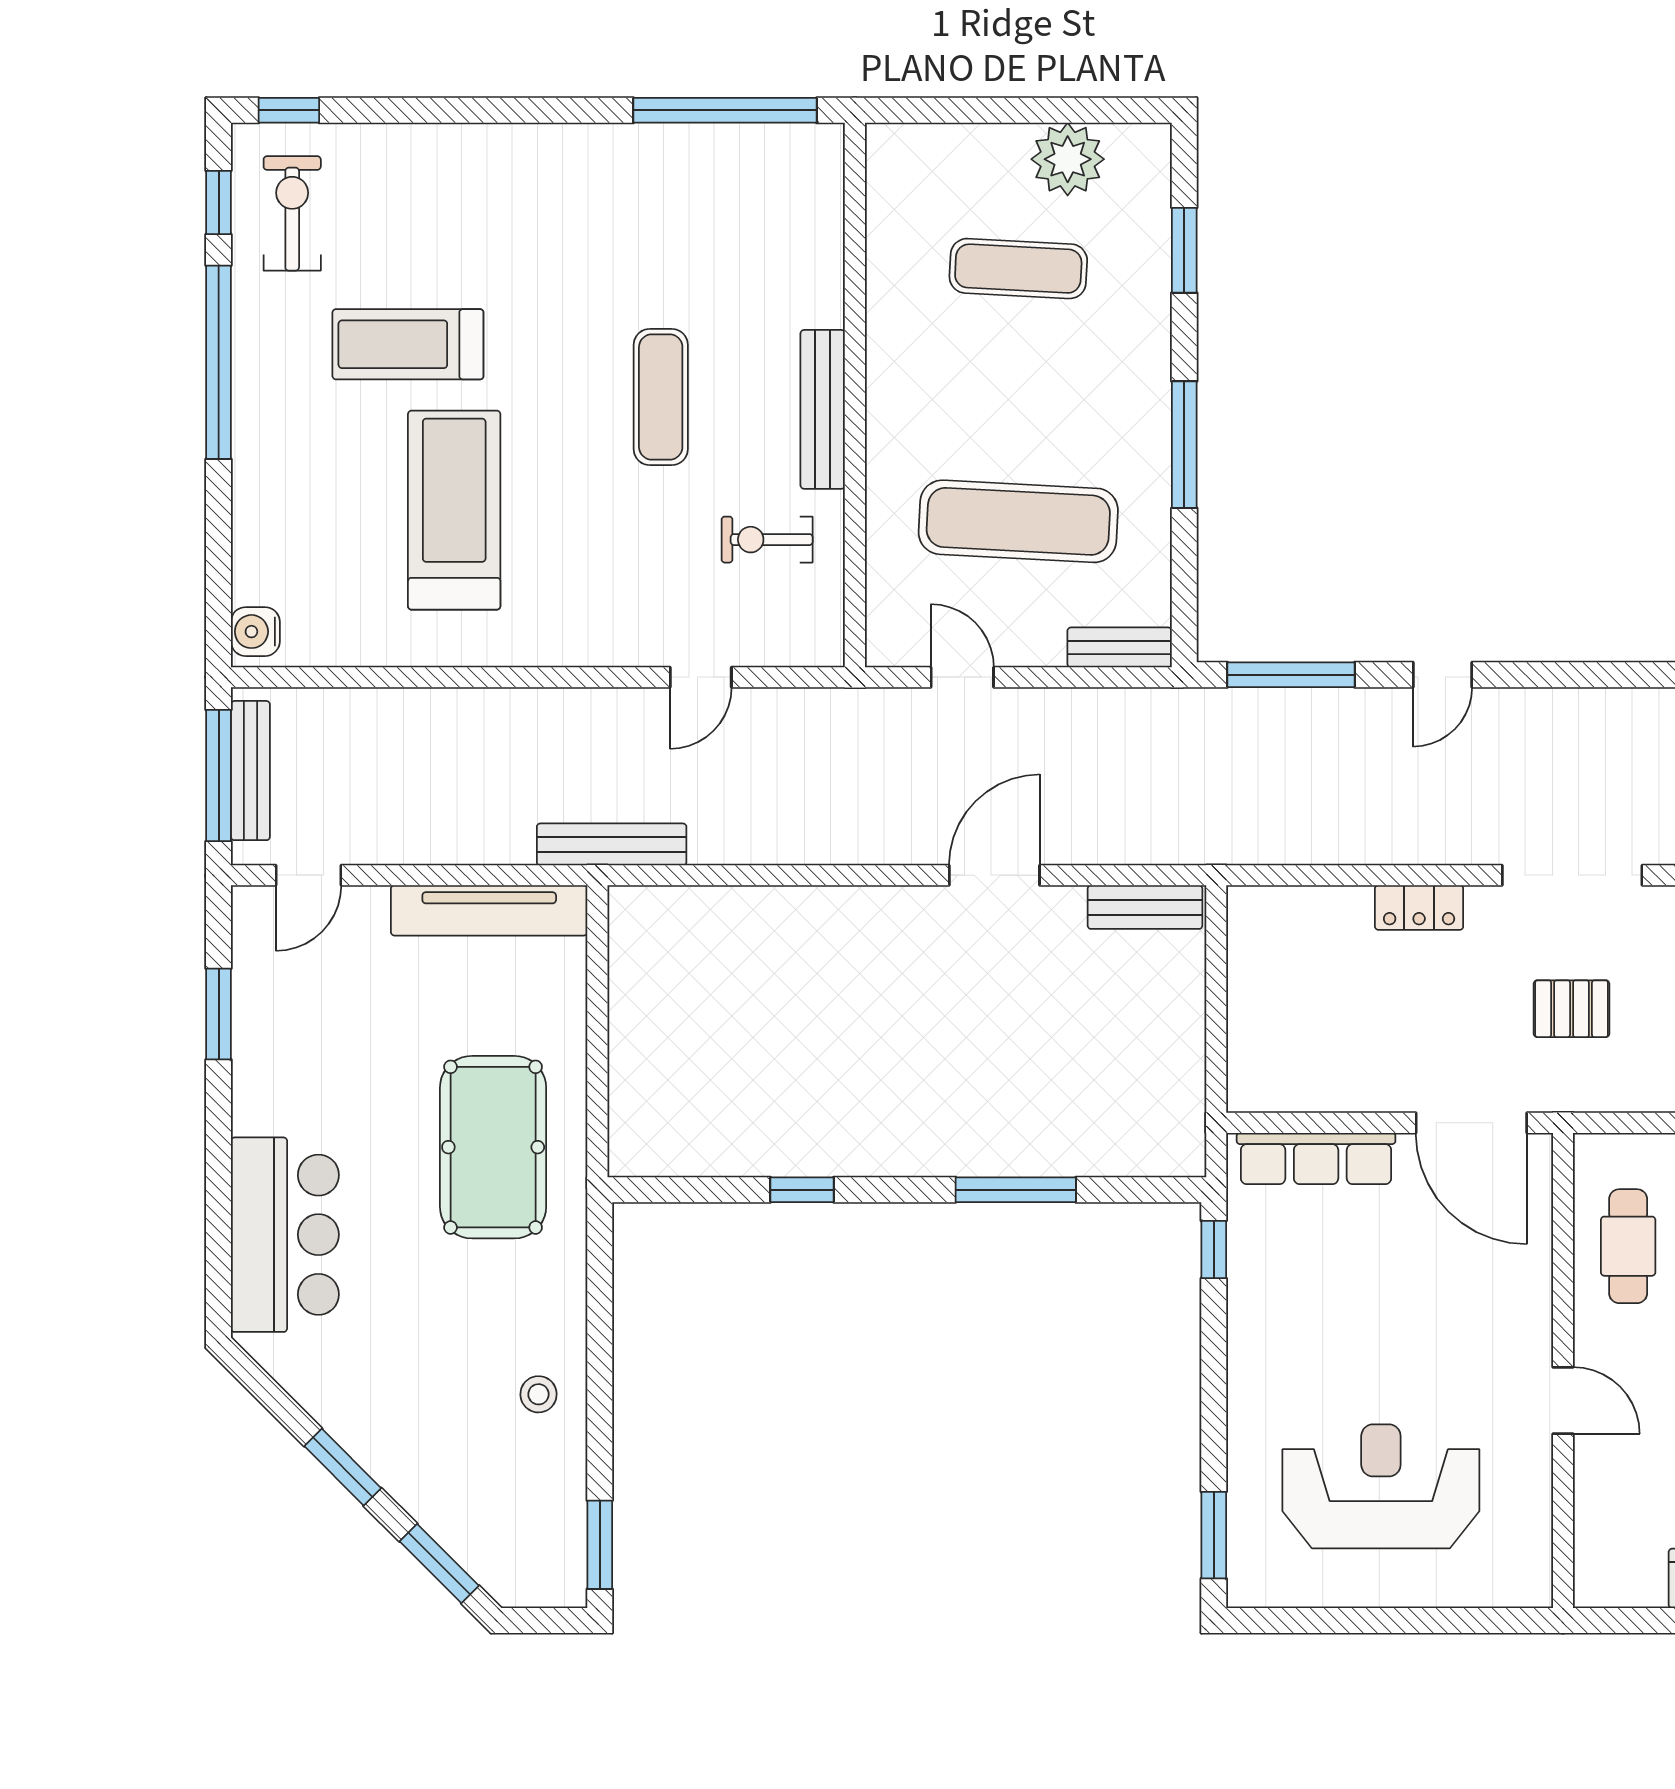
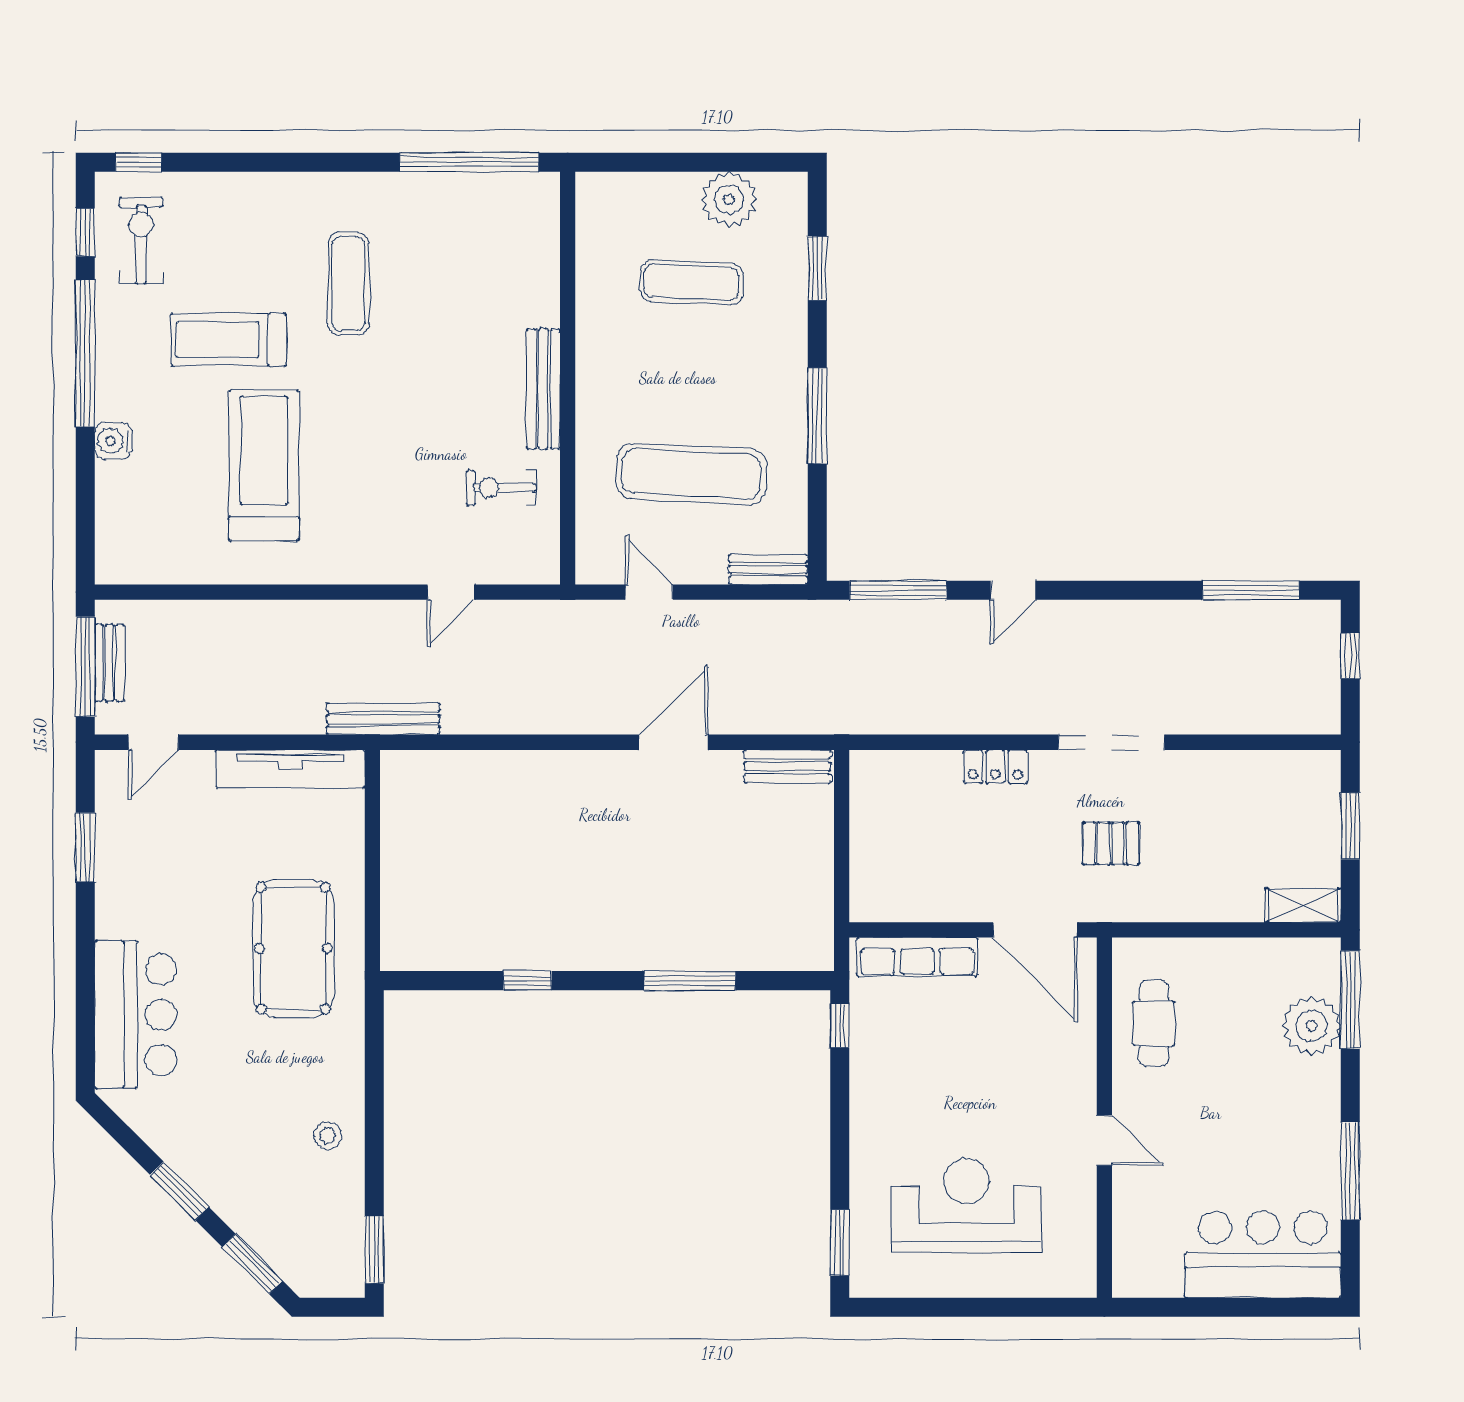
exercise mat: (661, 397) -> (348, 284), moved
water cooler: (255, 632) -> (113, 441), moved
bench: (250, 771) -> (109, 663), width x0.73

